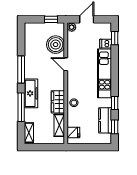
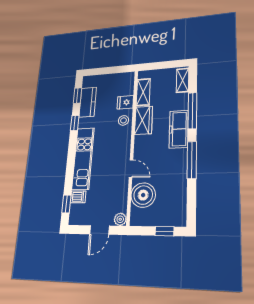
window: (51, 19) -> (165, 231), moved
fridge: (73, 132) -> (125, 102), moved

